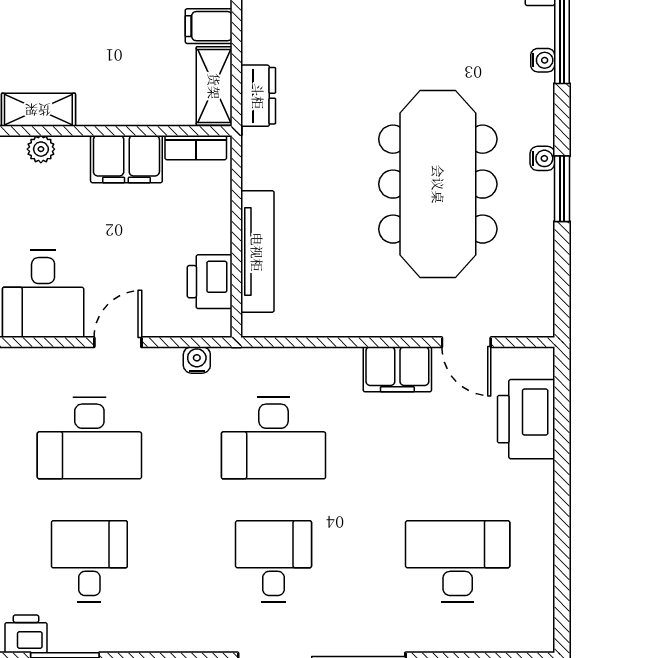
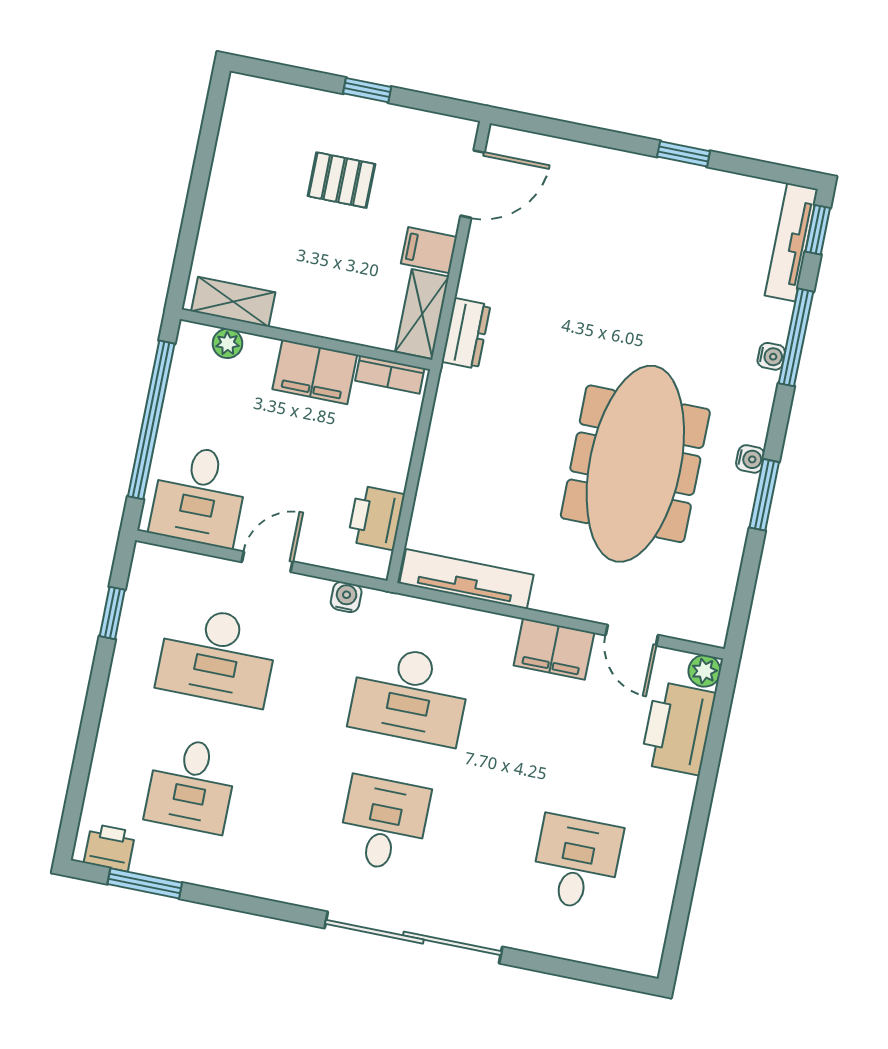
tv unit: (257, 252) -> (466, 579), moved, turned -90
plant: (540, 362) -> (704, 671), added
desk: (89, 561) -> (191, 785), turned 180
desk: (458, 561) -> (576, 863), width x0.73

